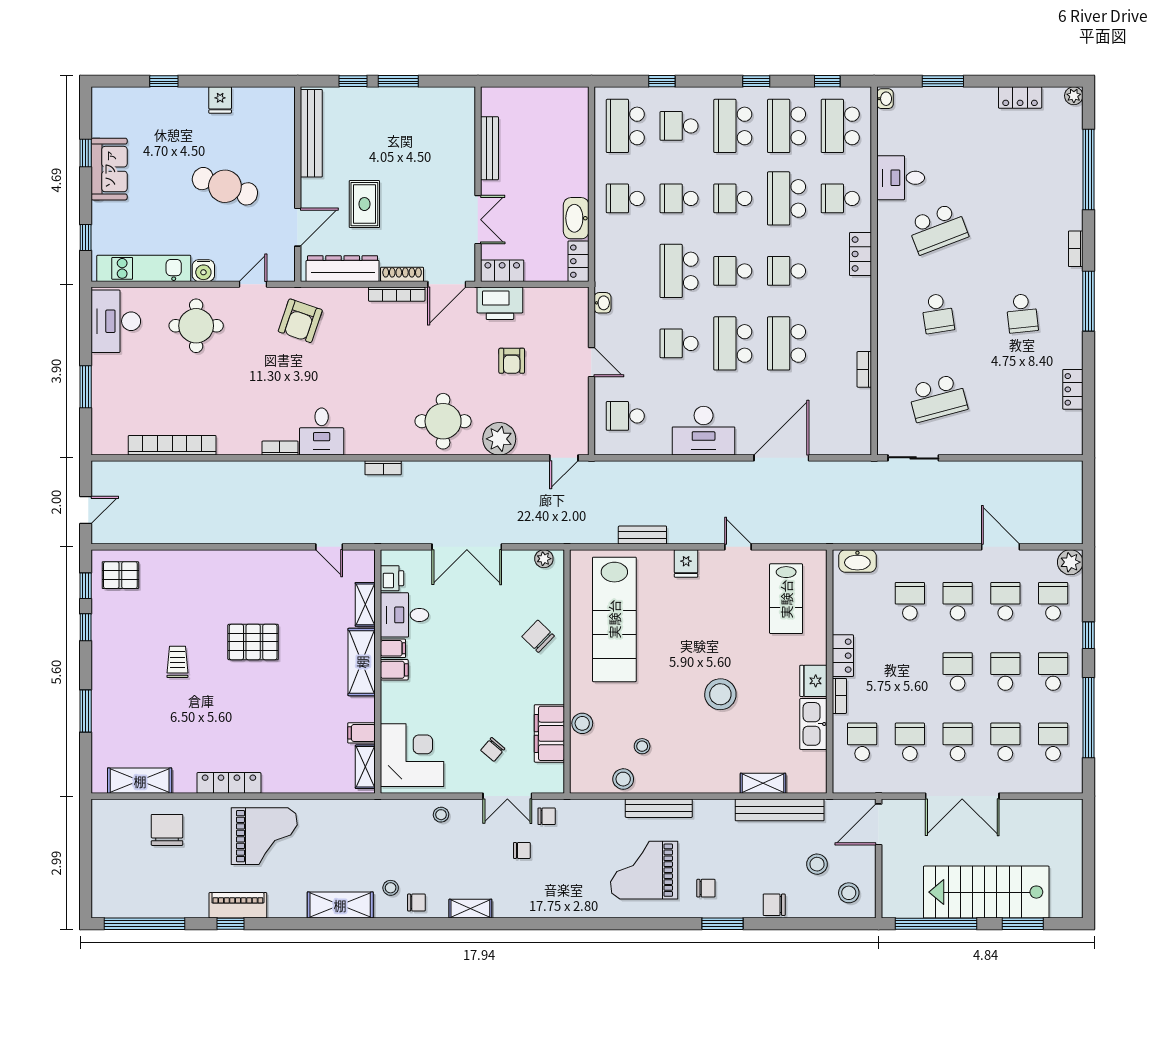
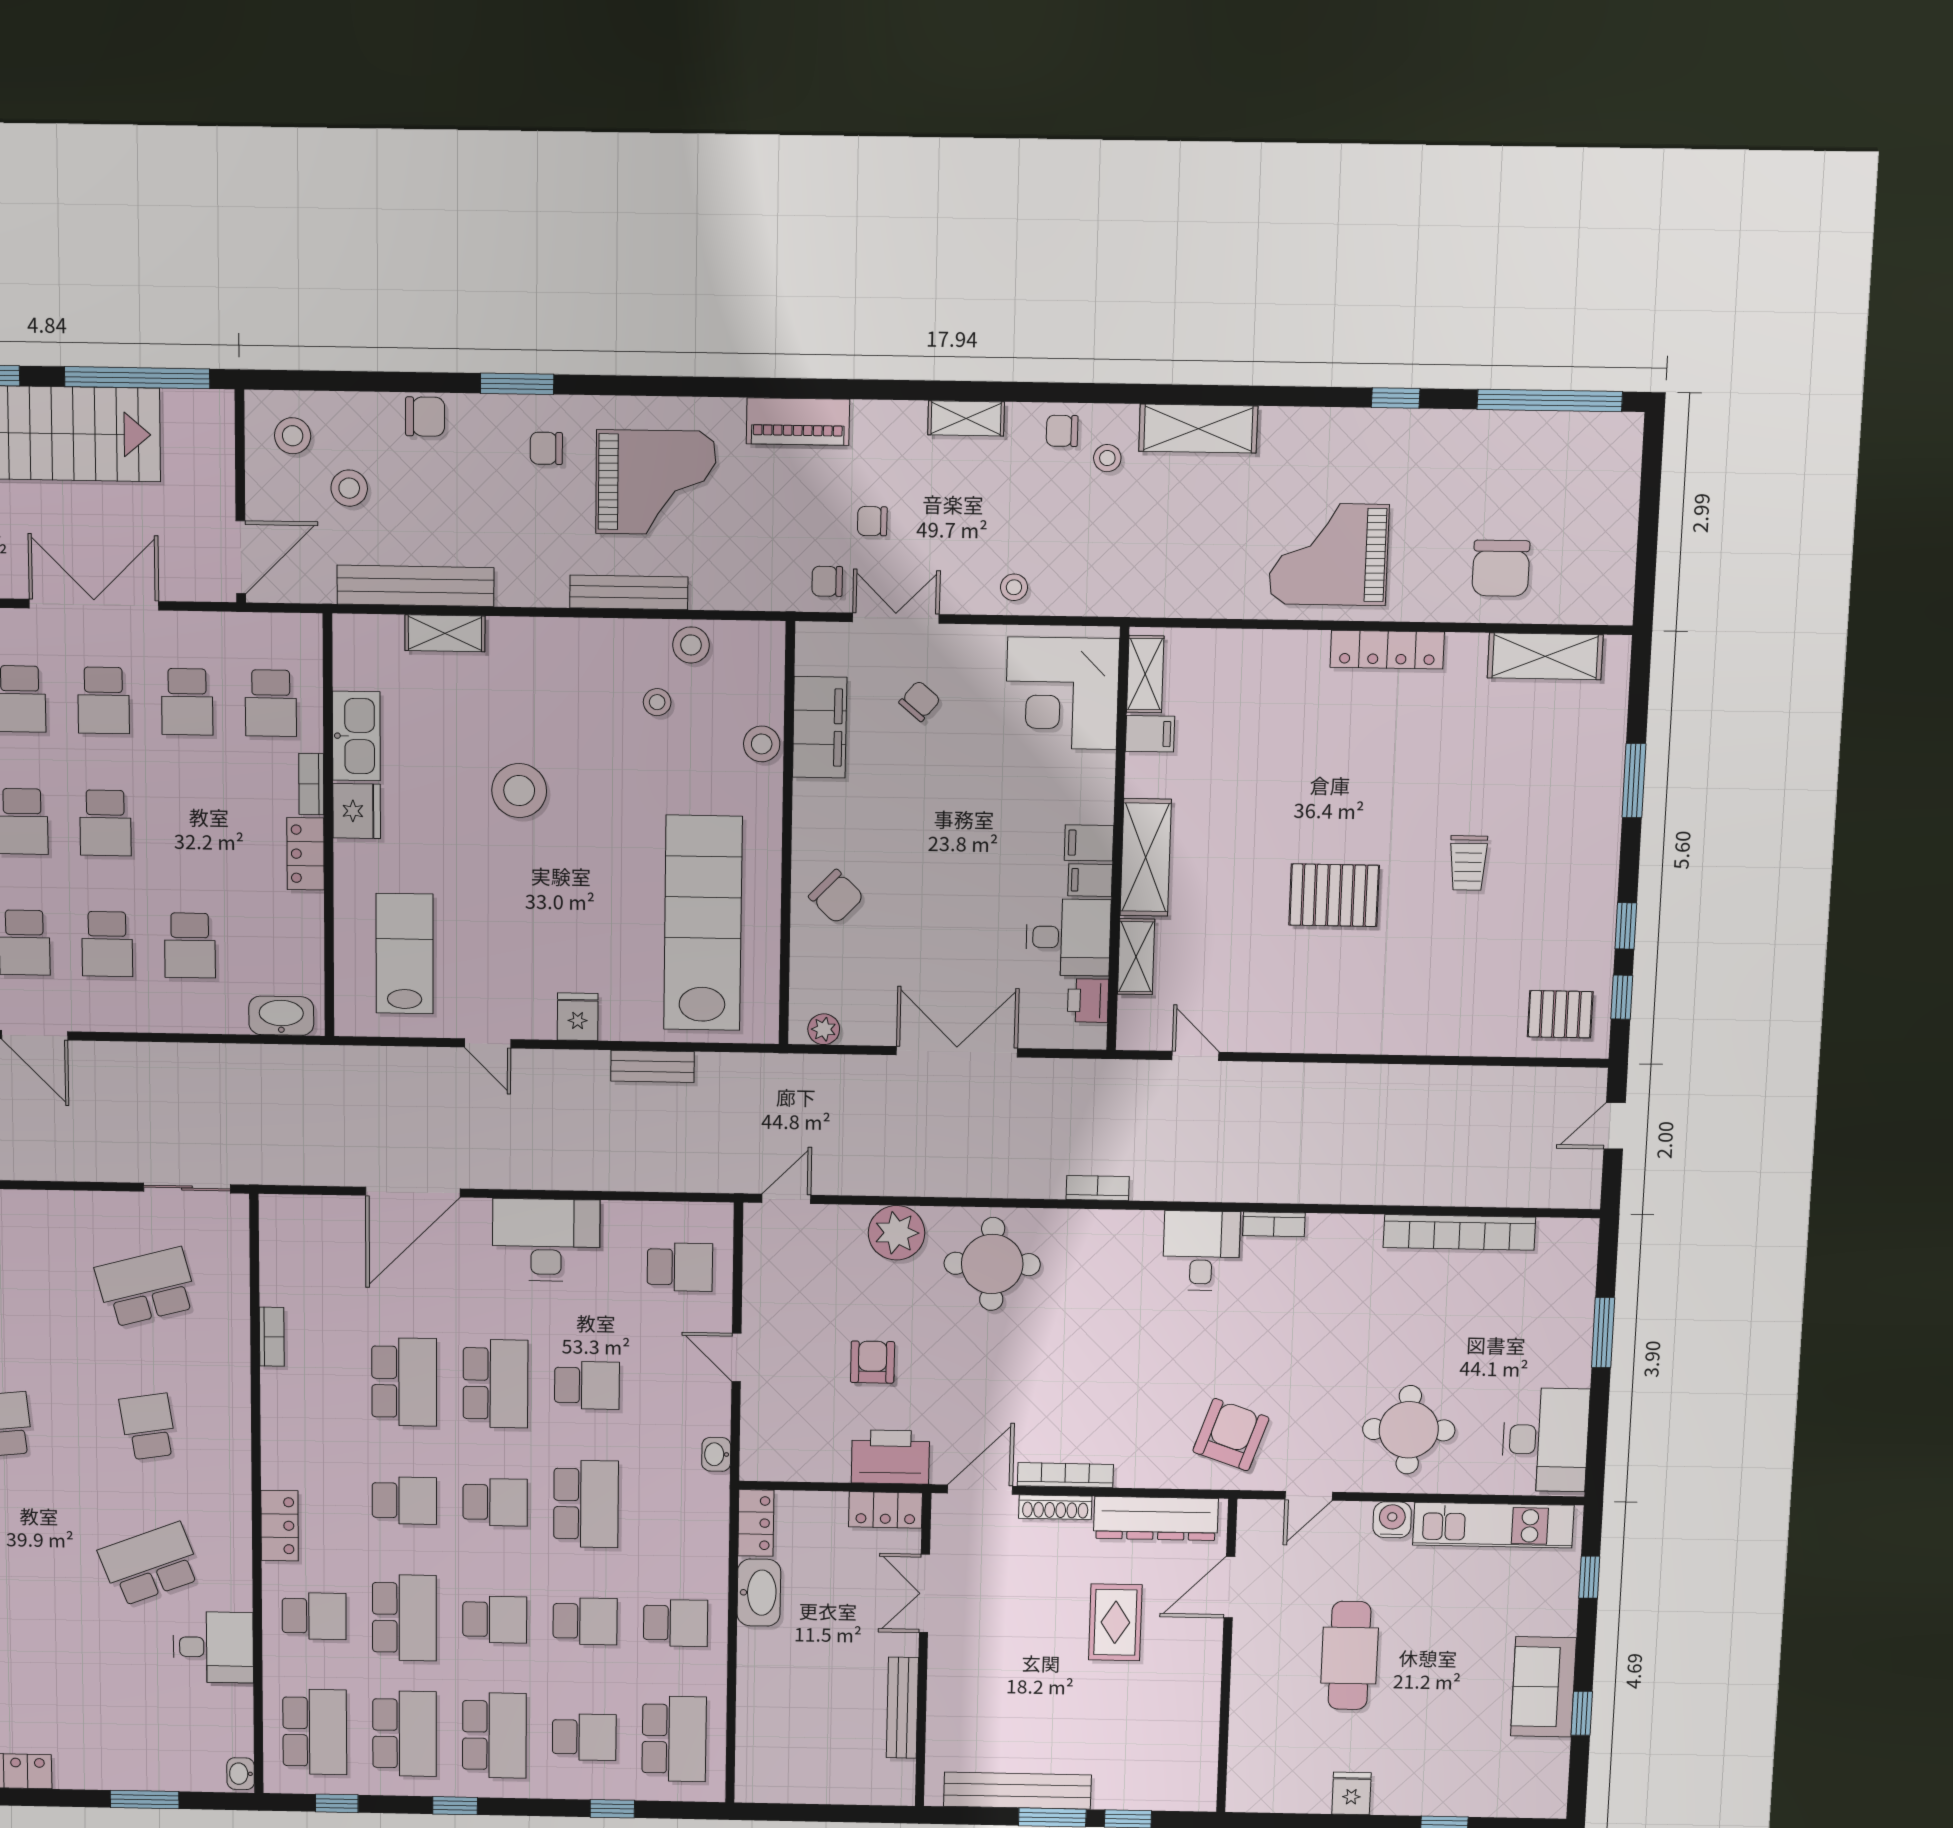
bench: (311, 133) -> (1017, 1791), moved, turned 90
cafe table: (225, 186) -> (1350, 1656), turned 71
piano: (238, 905) -> (798, 422), moved

